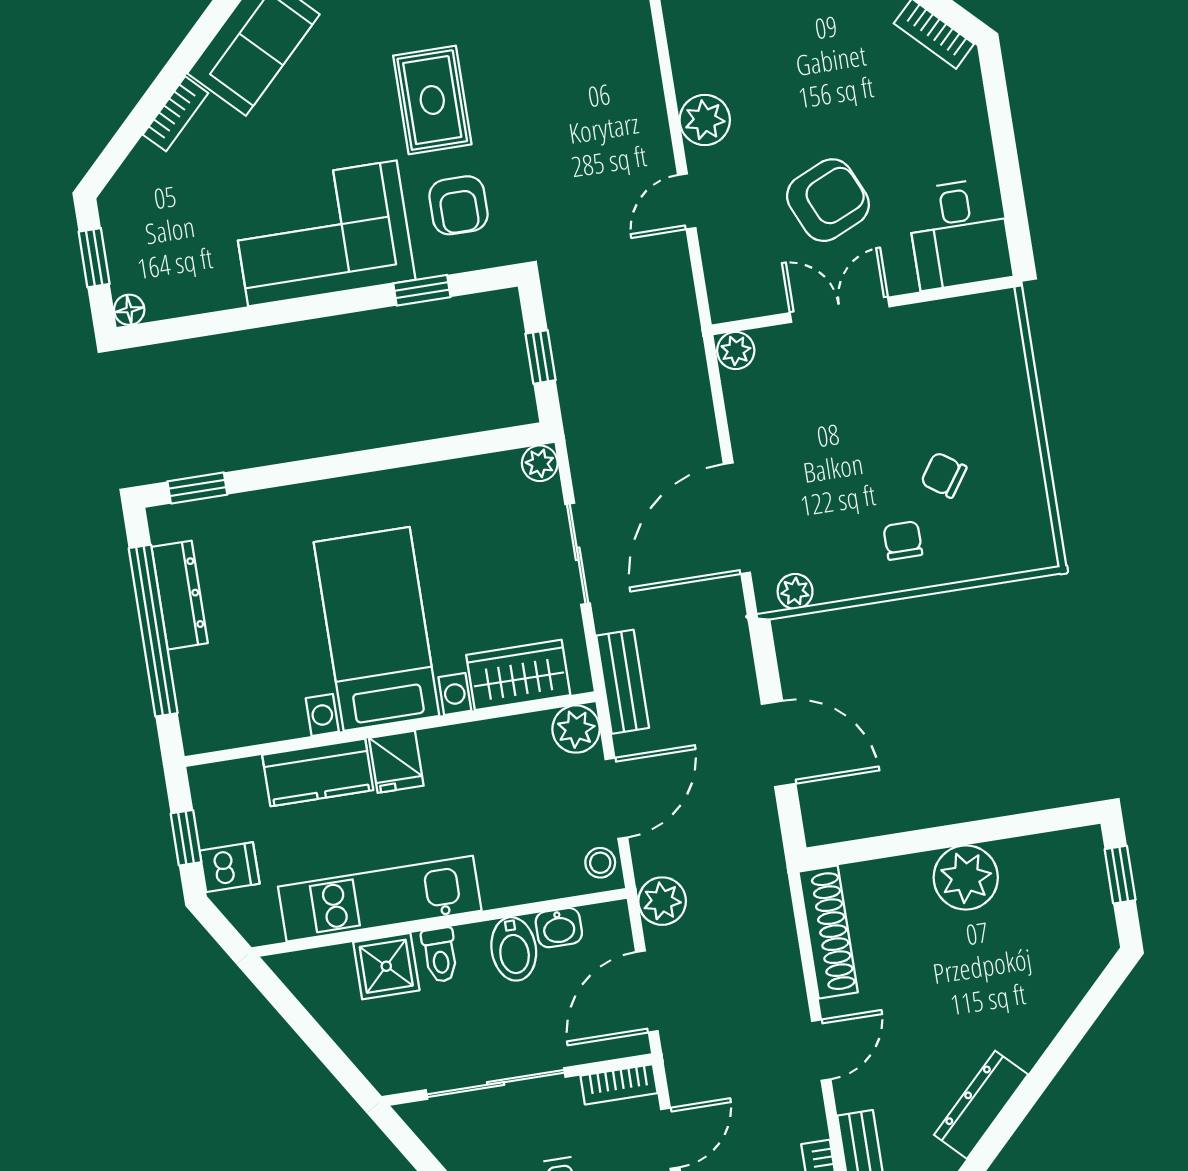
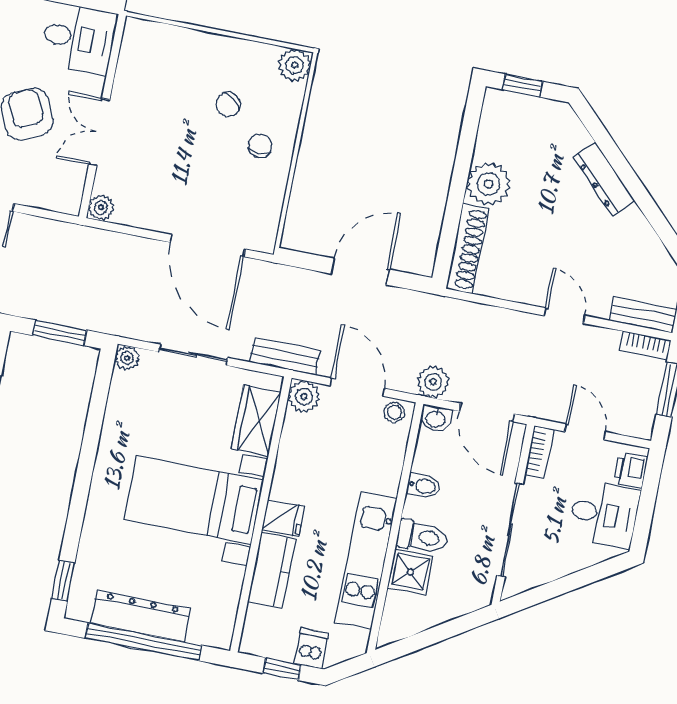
window: (540, 357) -> (60, 333), width x1.50
chair: (903, 540) -> (260, 146), turned 90
plant: (795, 591) -> (294, 65), moved, width x1.38, depth x1.38
dresser: (180, 595) -> (140, 616), width x1.37, depth x1.24
washbasin: (559, 928) -> (436, 419), moved, turned 90
shoe rack: (828, 932) -> (467, 249), moved, turned 90
bidet: (514, 949) -> (423, 486), width x0.72, depth x0.74
toilet: (440, 955) -> (422, 537), width x1.37, depth x1.39
dresser: (981, 1105) -> (604, 179), moved

